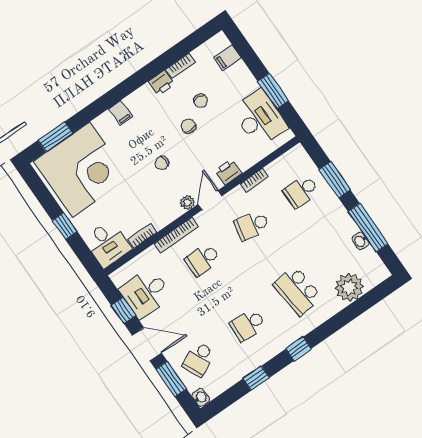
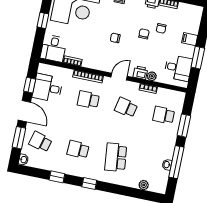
filing cabinet: (228, 58) -> (190, 39), moved
desk: (260, 119) -> (178, 68), width x0.73
plant: (187, 203) -> (152, 76), moved
plant: (349, 287) -> (144, 185), width x0.53, depth x0.53
school desk: (199, 359) -> (40, 142), turned 39

